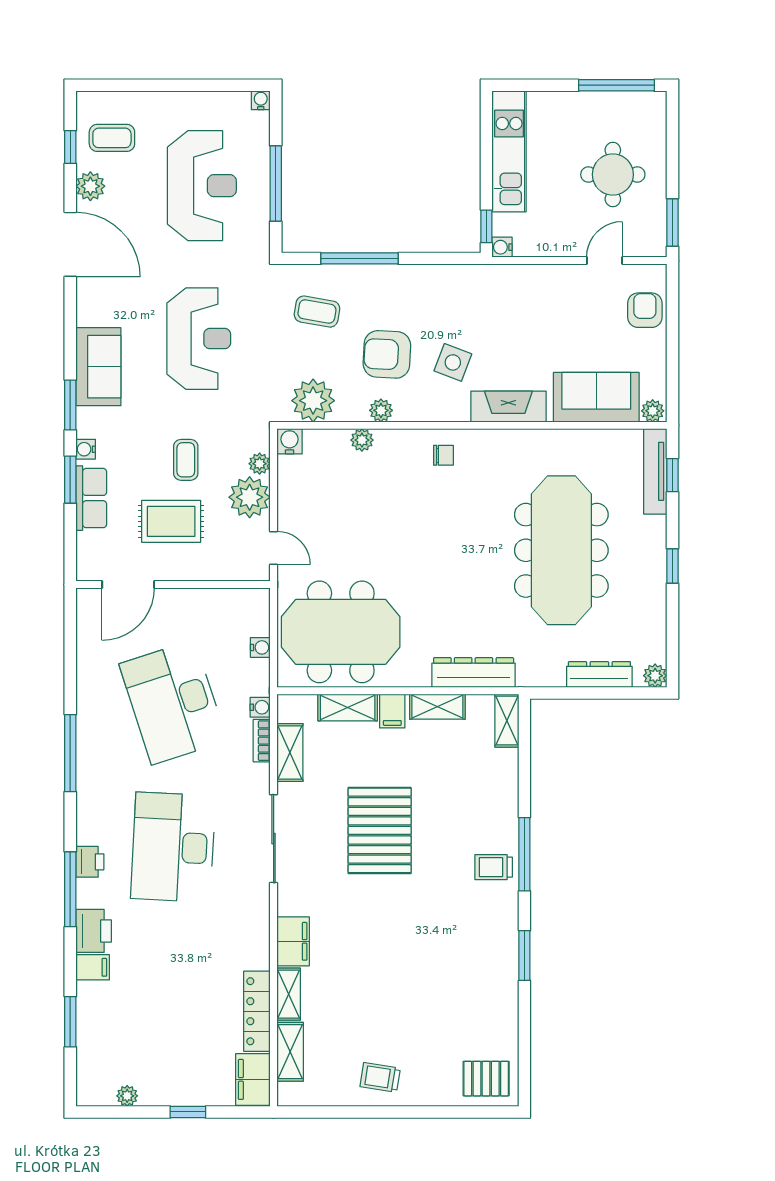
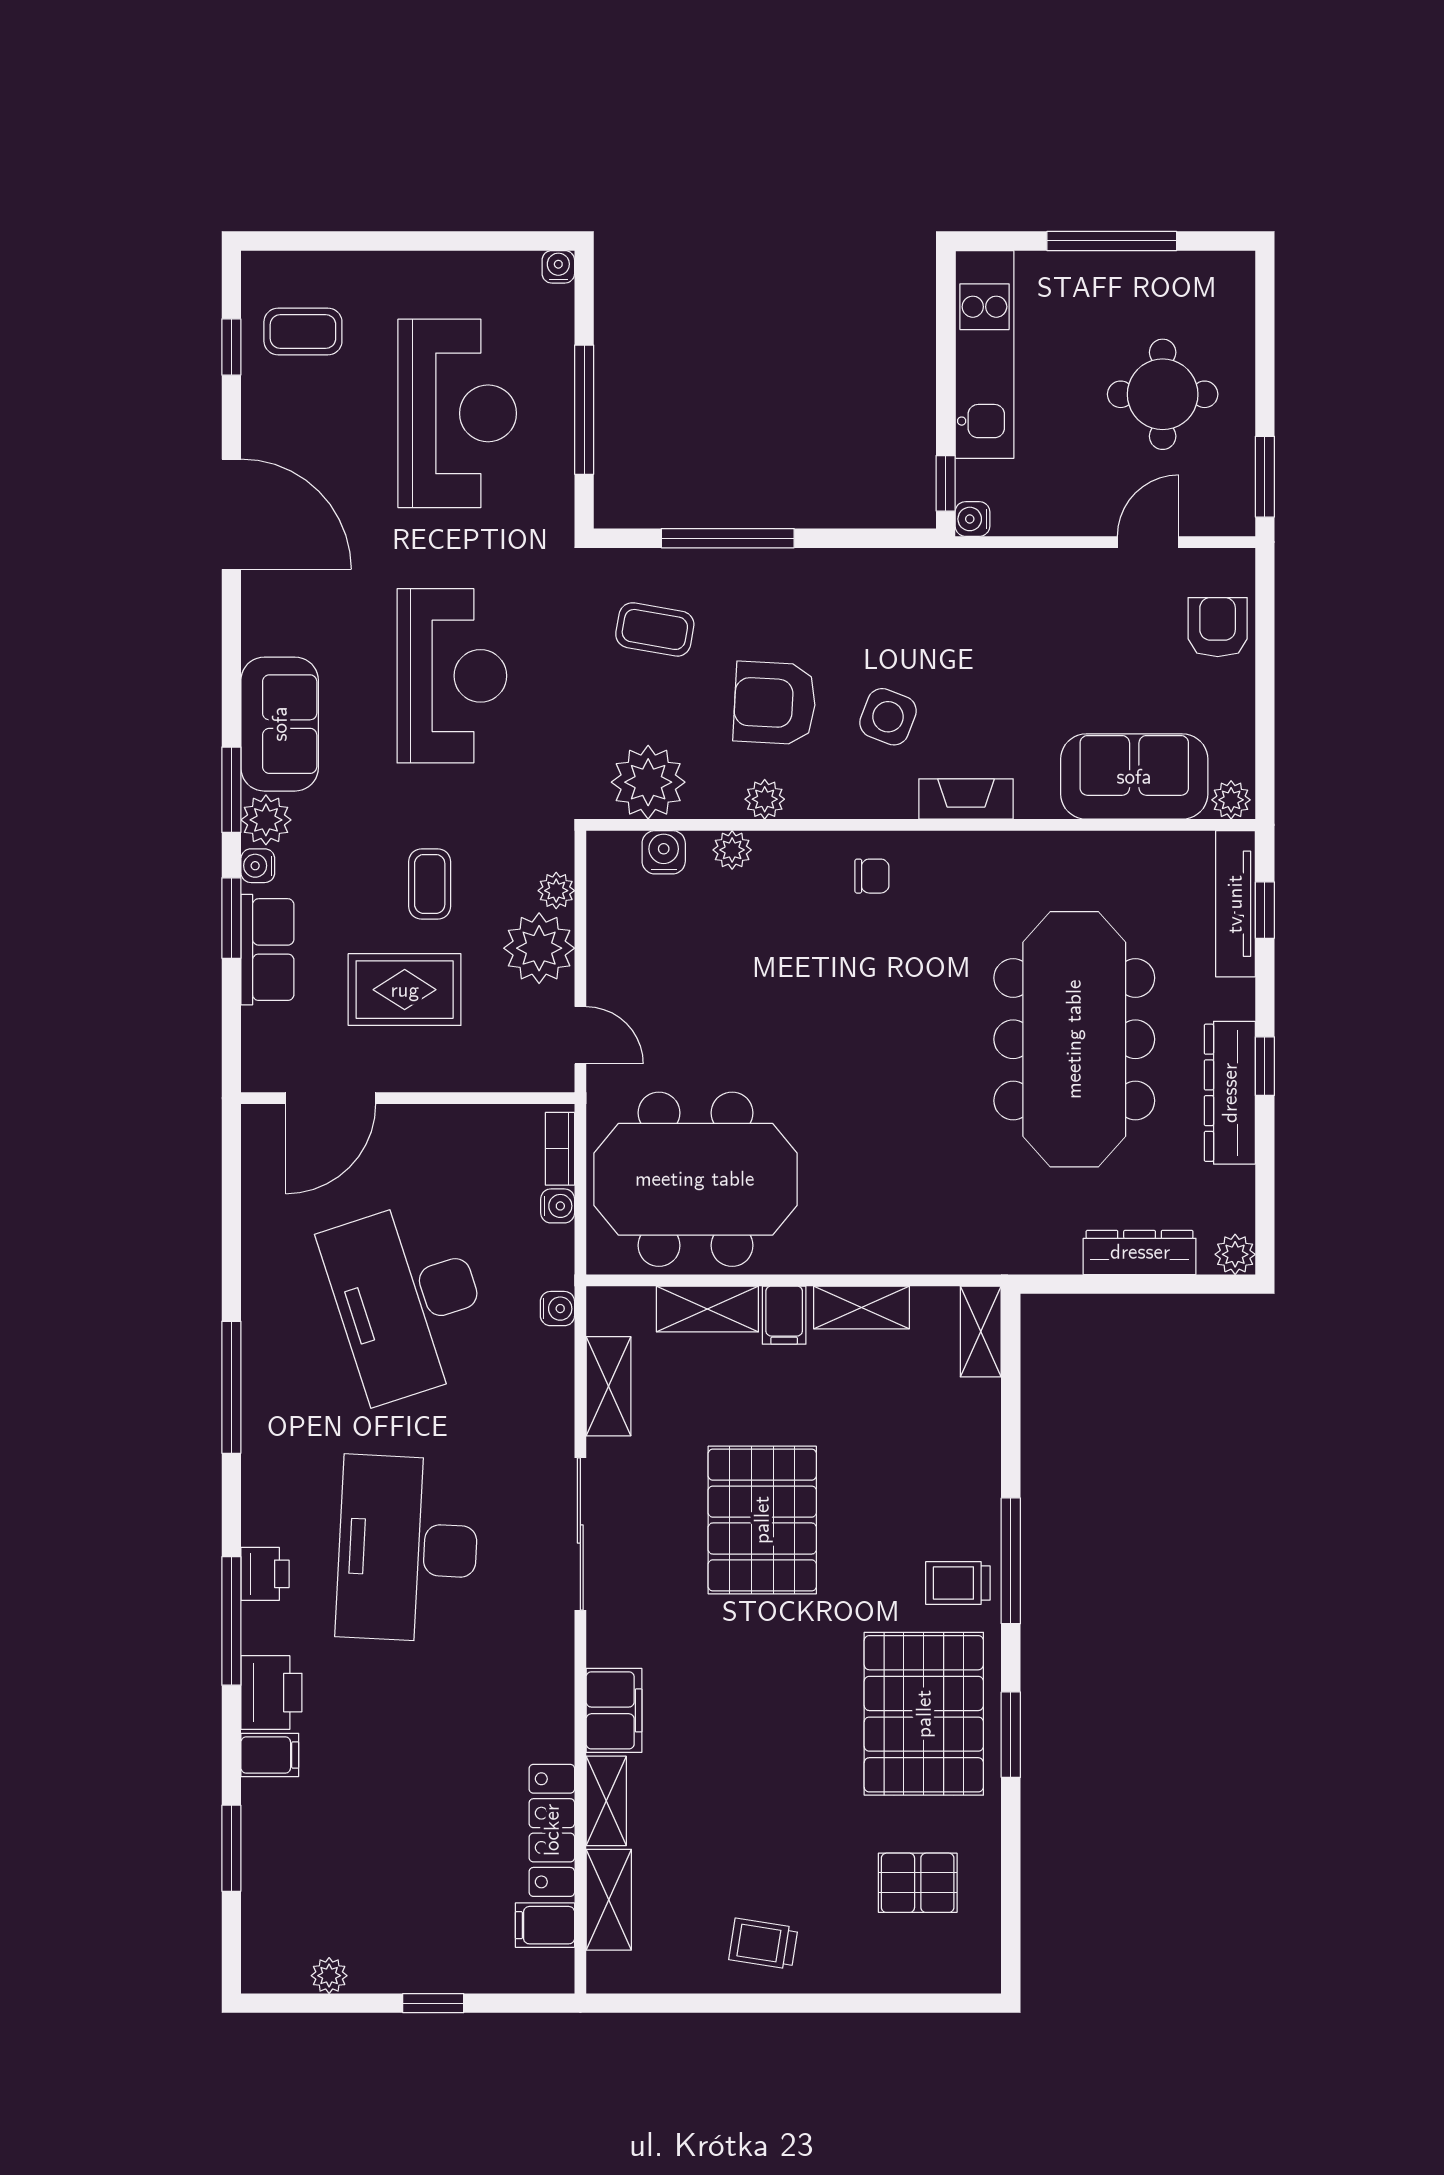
window: (616, 85) -> (1112, 241), moved
plant: (90, 186) -> (266, 820), moved
fireplace: (508, 407) -> (966, 799), width x0.73, depth x0.76
water cooler: (290, 441) -> (664, 852), moved
dresser: (474, 673) -> (1230, 1093), moved, turned -90
bookcase: (262, 741) -> (560, 1149), moved
pallet: (474, 943) -> (924, 1714), added
filing cabinet: (253, 1079) -> (545, 1925), width x0.50
pallet: (486, 1079) -> (918, 1883), moved

